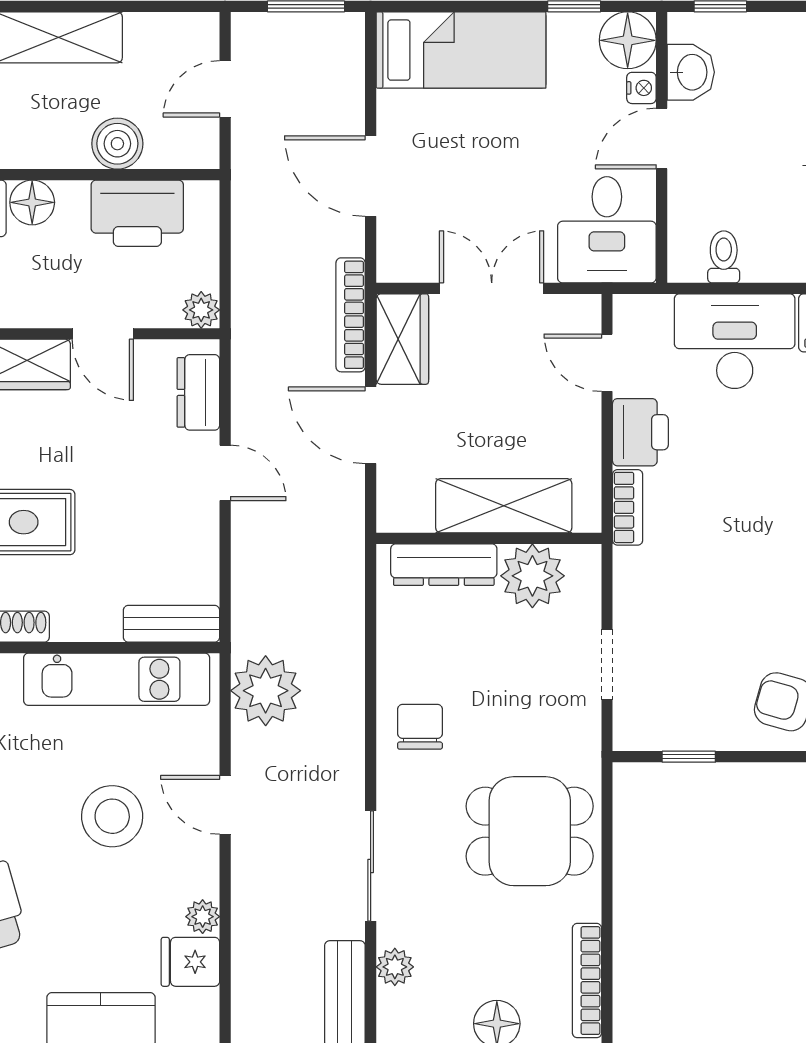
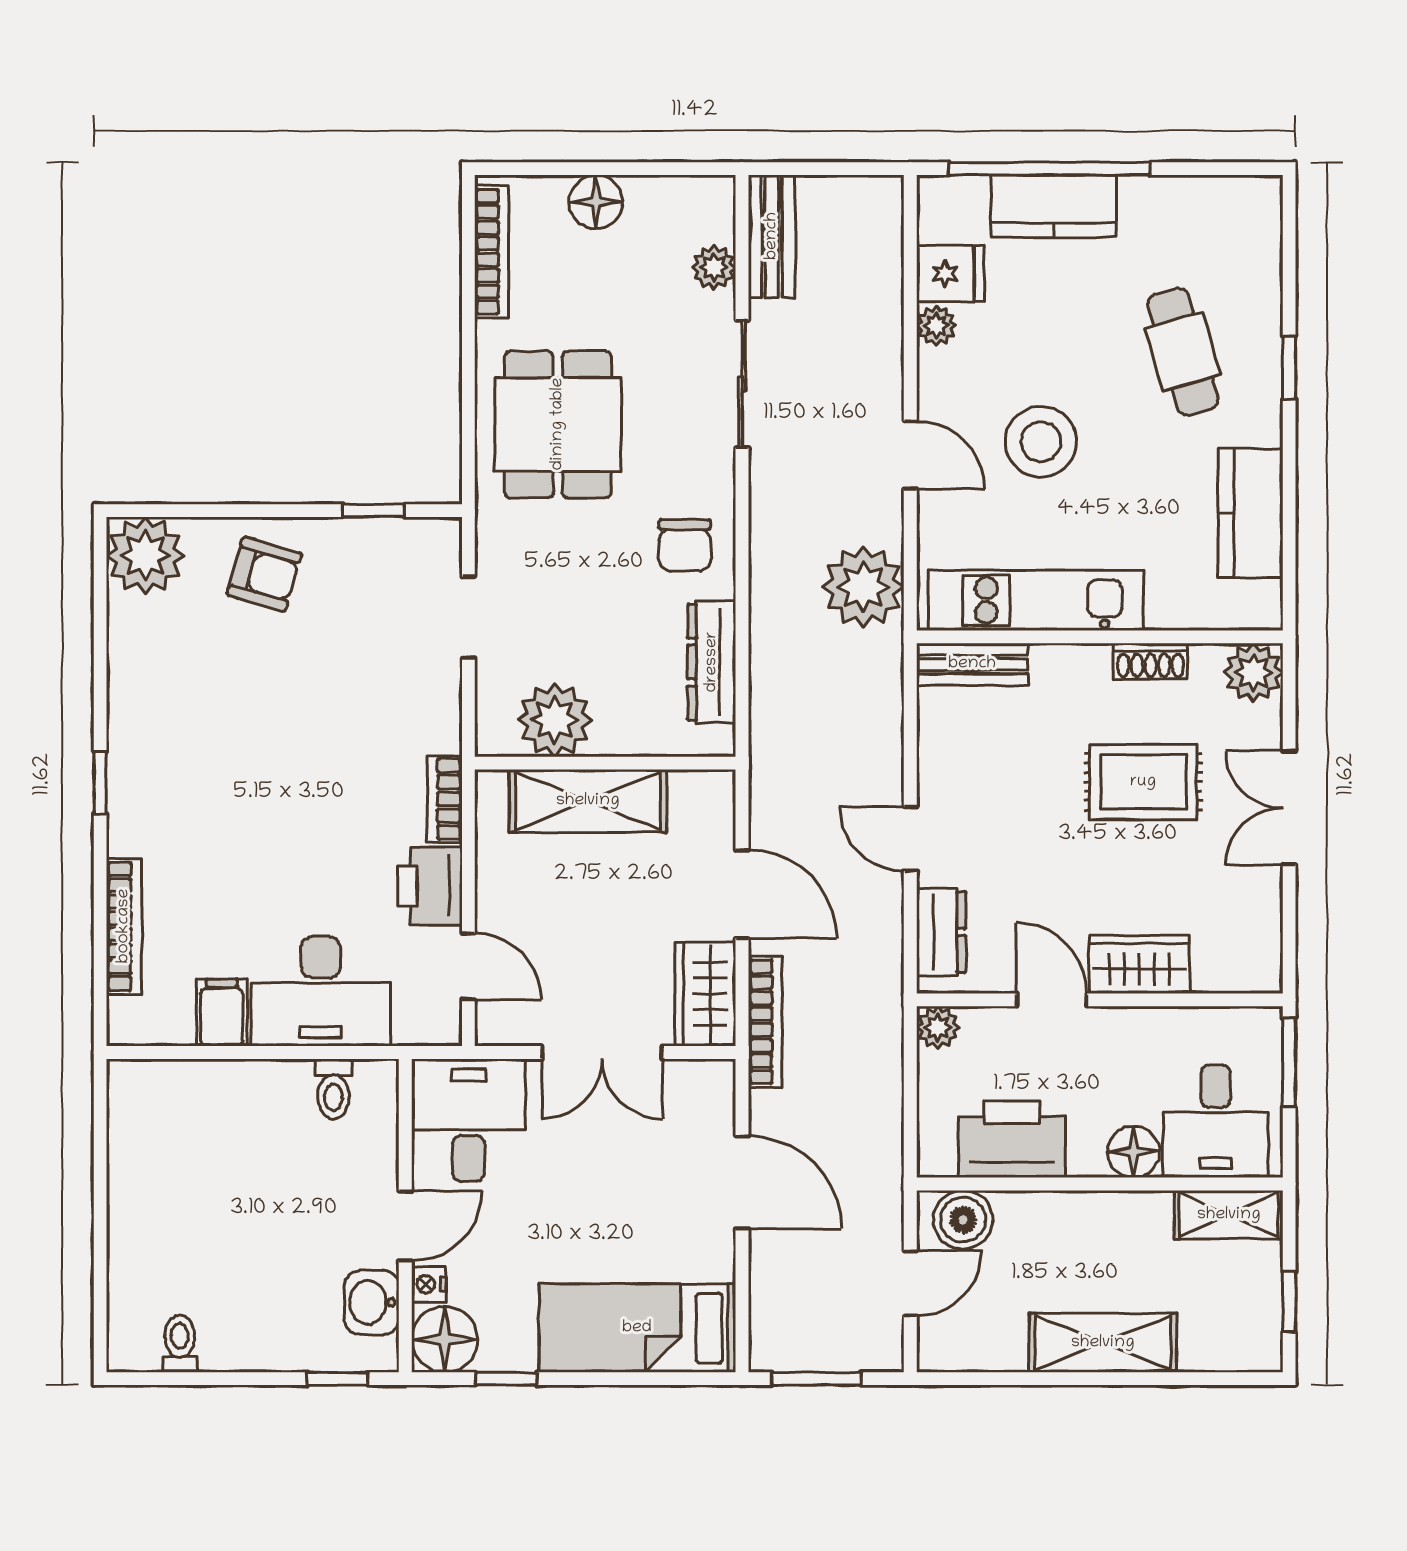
boiler: (117, 144) -> (963, 1220), moved
dresser: (444, 565) -> (712, 662), moved, turned -90
dining table: (530, 831) -> (558, 424), turned 90

